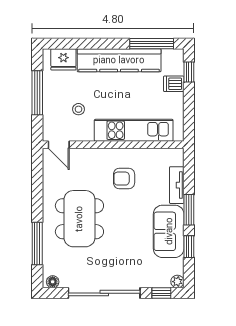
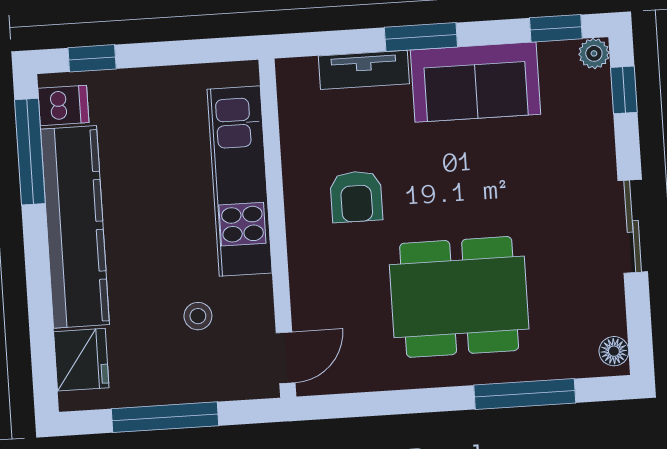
dishwasher: (174, 84) -> (63, 105), moved, turned -90
window: (189, 247) -> (556, 28), moved
sliding door: (104, 293) -> (633, 226), width x0.54

